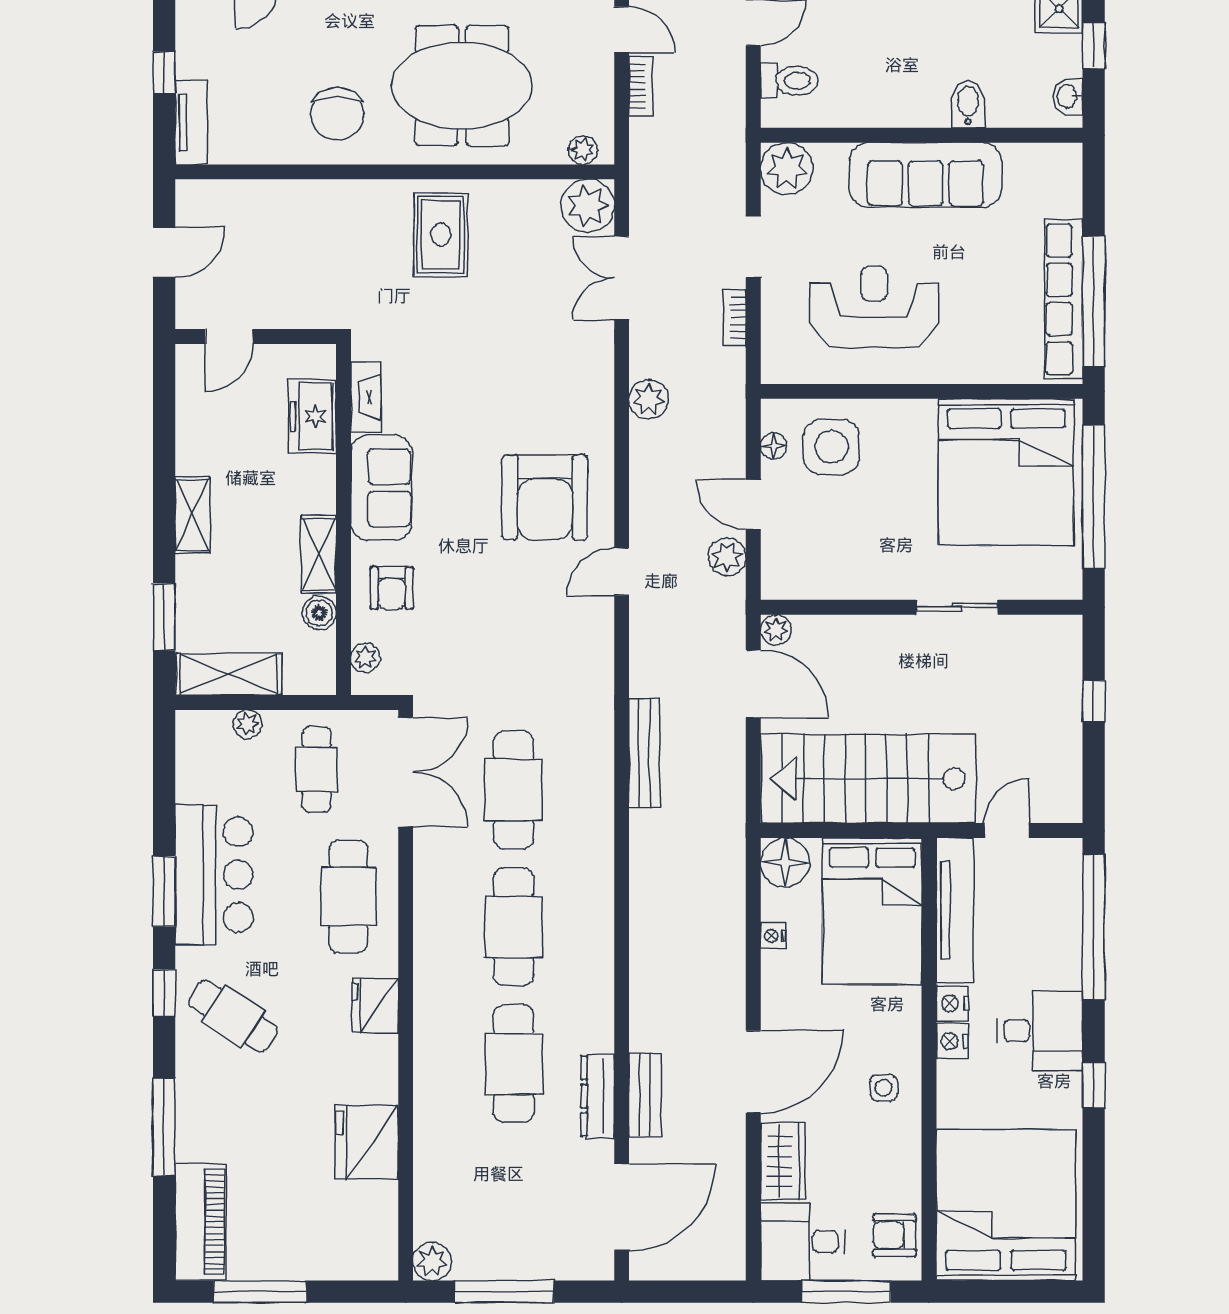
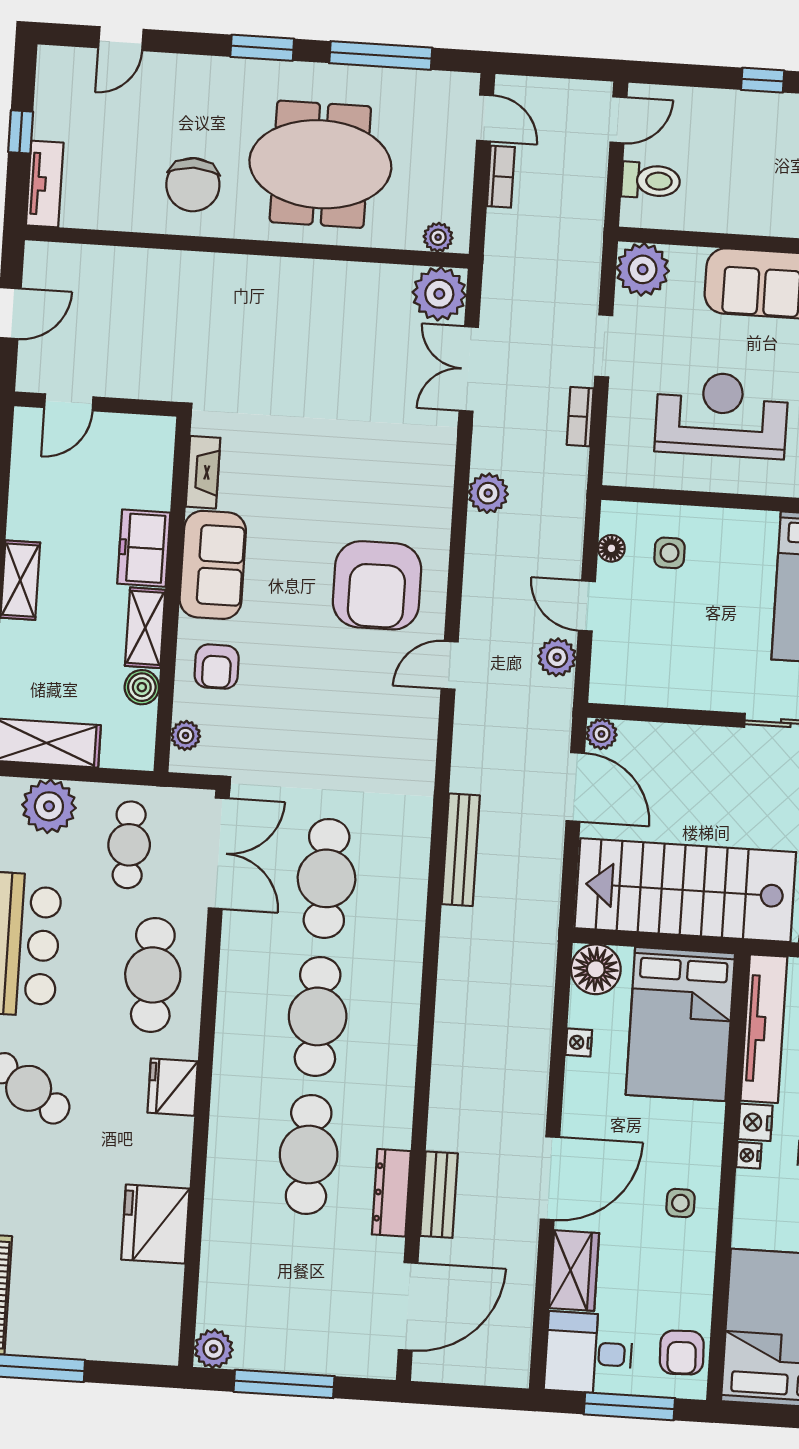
rug: (441, 235) -> (289, 313), removed
freezer: (312, 416) -> (144, 548), moved
side table: (831, 447) -> (669, 553), width x0.54, depth x0.54
plant: (248, 724) -> (49, 806), width x1.88, depth x1.88
nightstand: (952, 1041) -> (749, 1155), width x0.72, depth x0.74
armchair: (895, 1235) -> (682, 1353), turned -92

